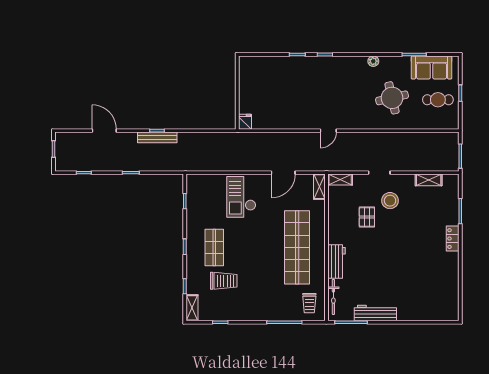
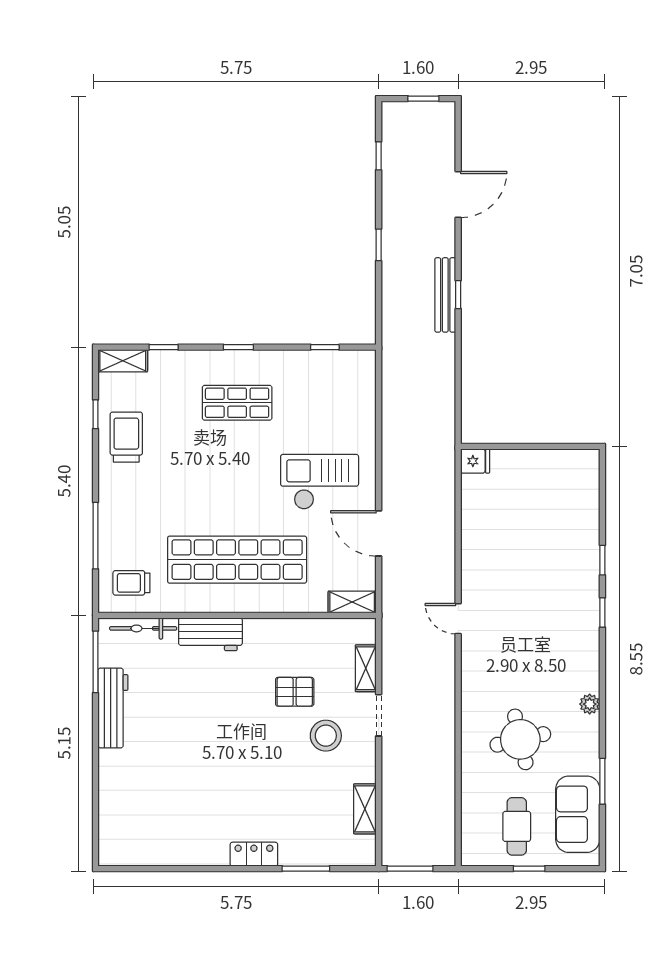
shelving: (340, 179) -> (366, 668), moved
checkout: (241, 197) -> (320, 482), moved
trolley: (224, 281) -> (126, 437), moved, turned 180

